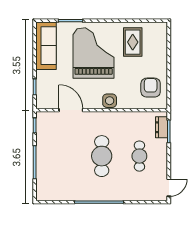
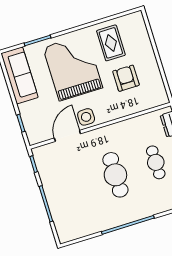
armchair: (151, 88) -> (126, 78), moved
side table: (110, 101) -> (86, 117), moved
door: (71, 110) -> (67, 136), hinge flipped

